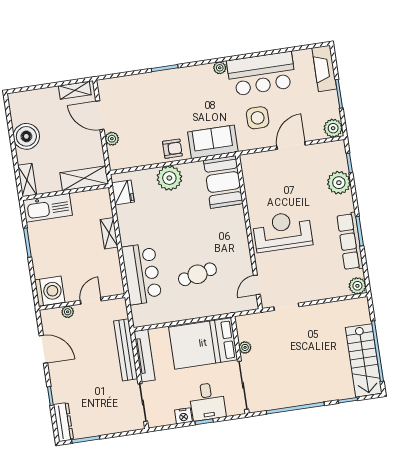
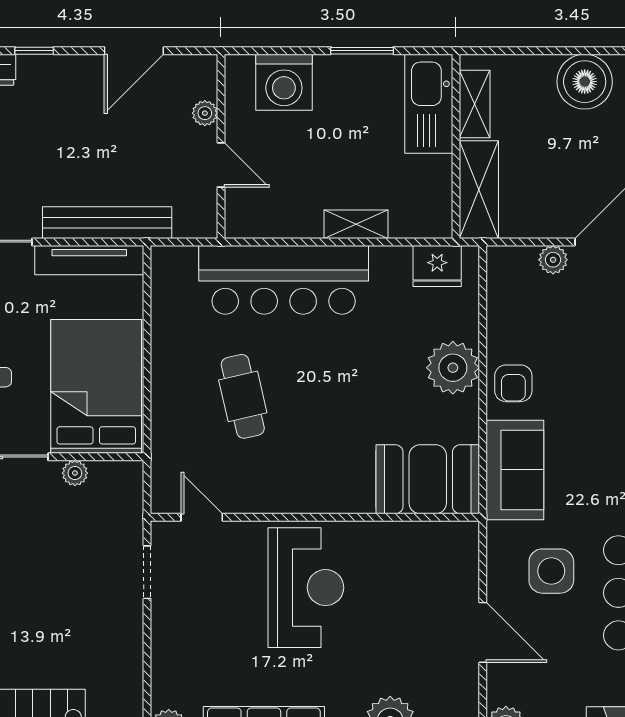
shelving: (27, 180) -> (475, 104), moved, turned 90
bar counter: (142, 274) -> (284, 280), width x1.36
washing machine: (50, 291) -> (284, 82), moved

